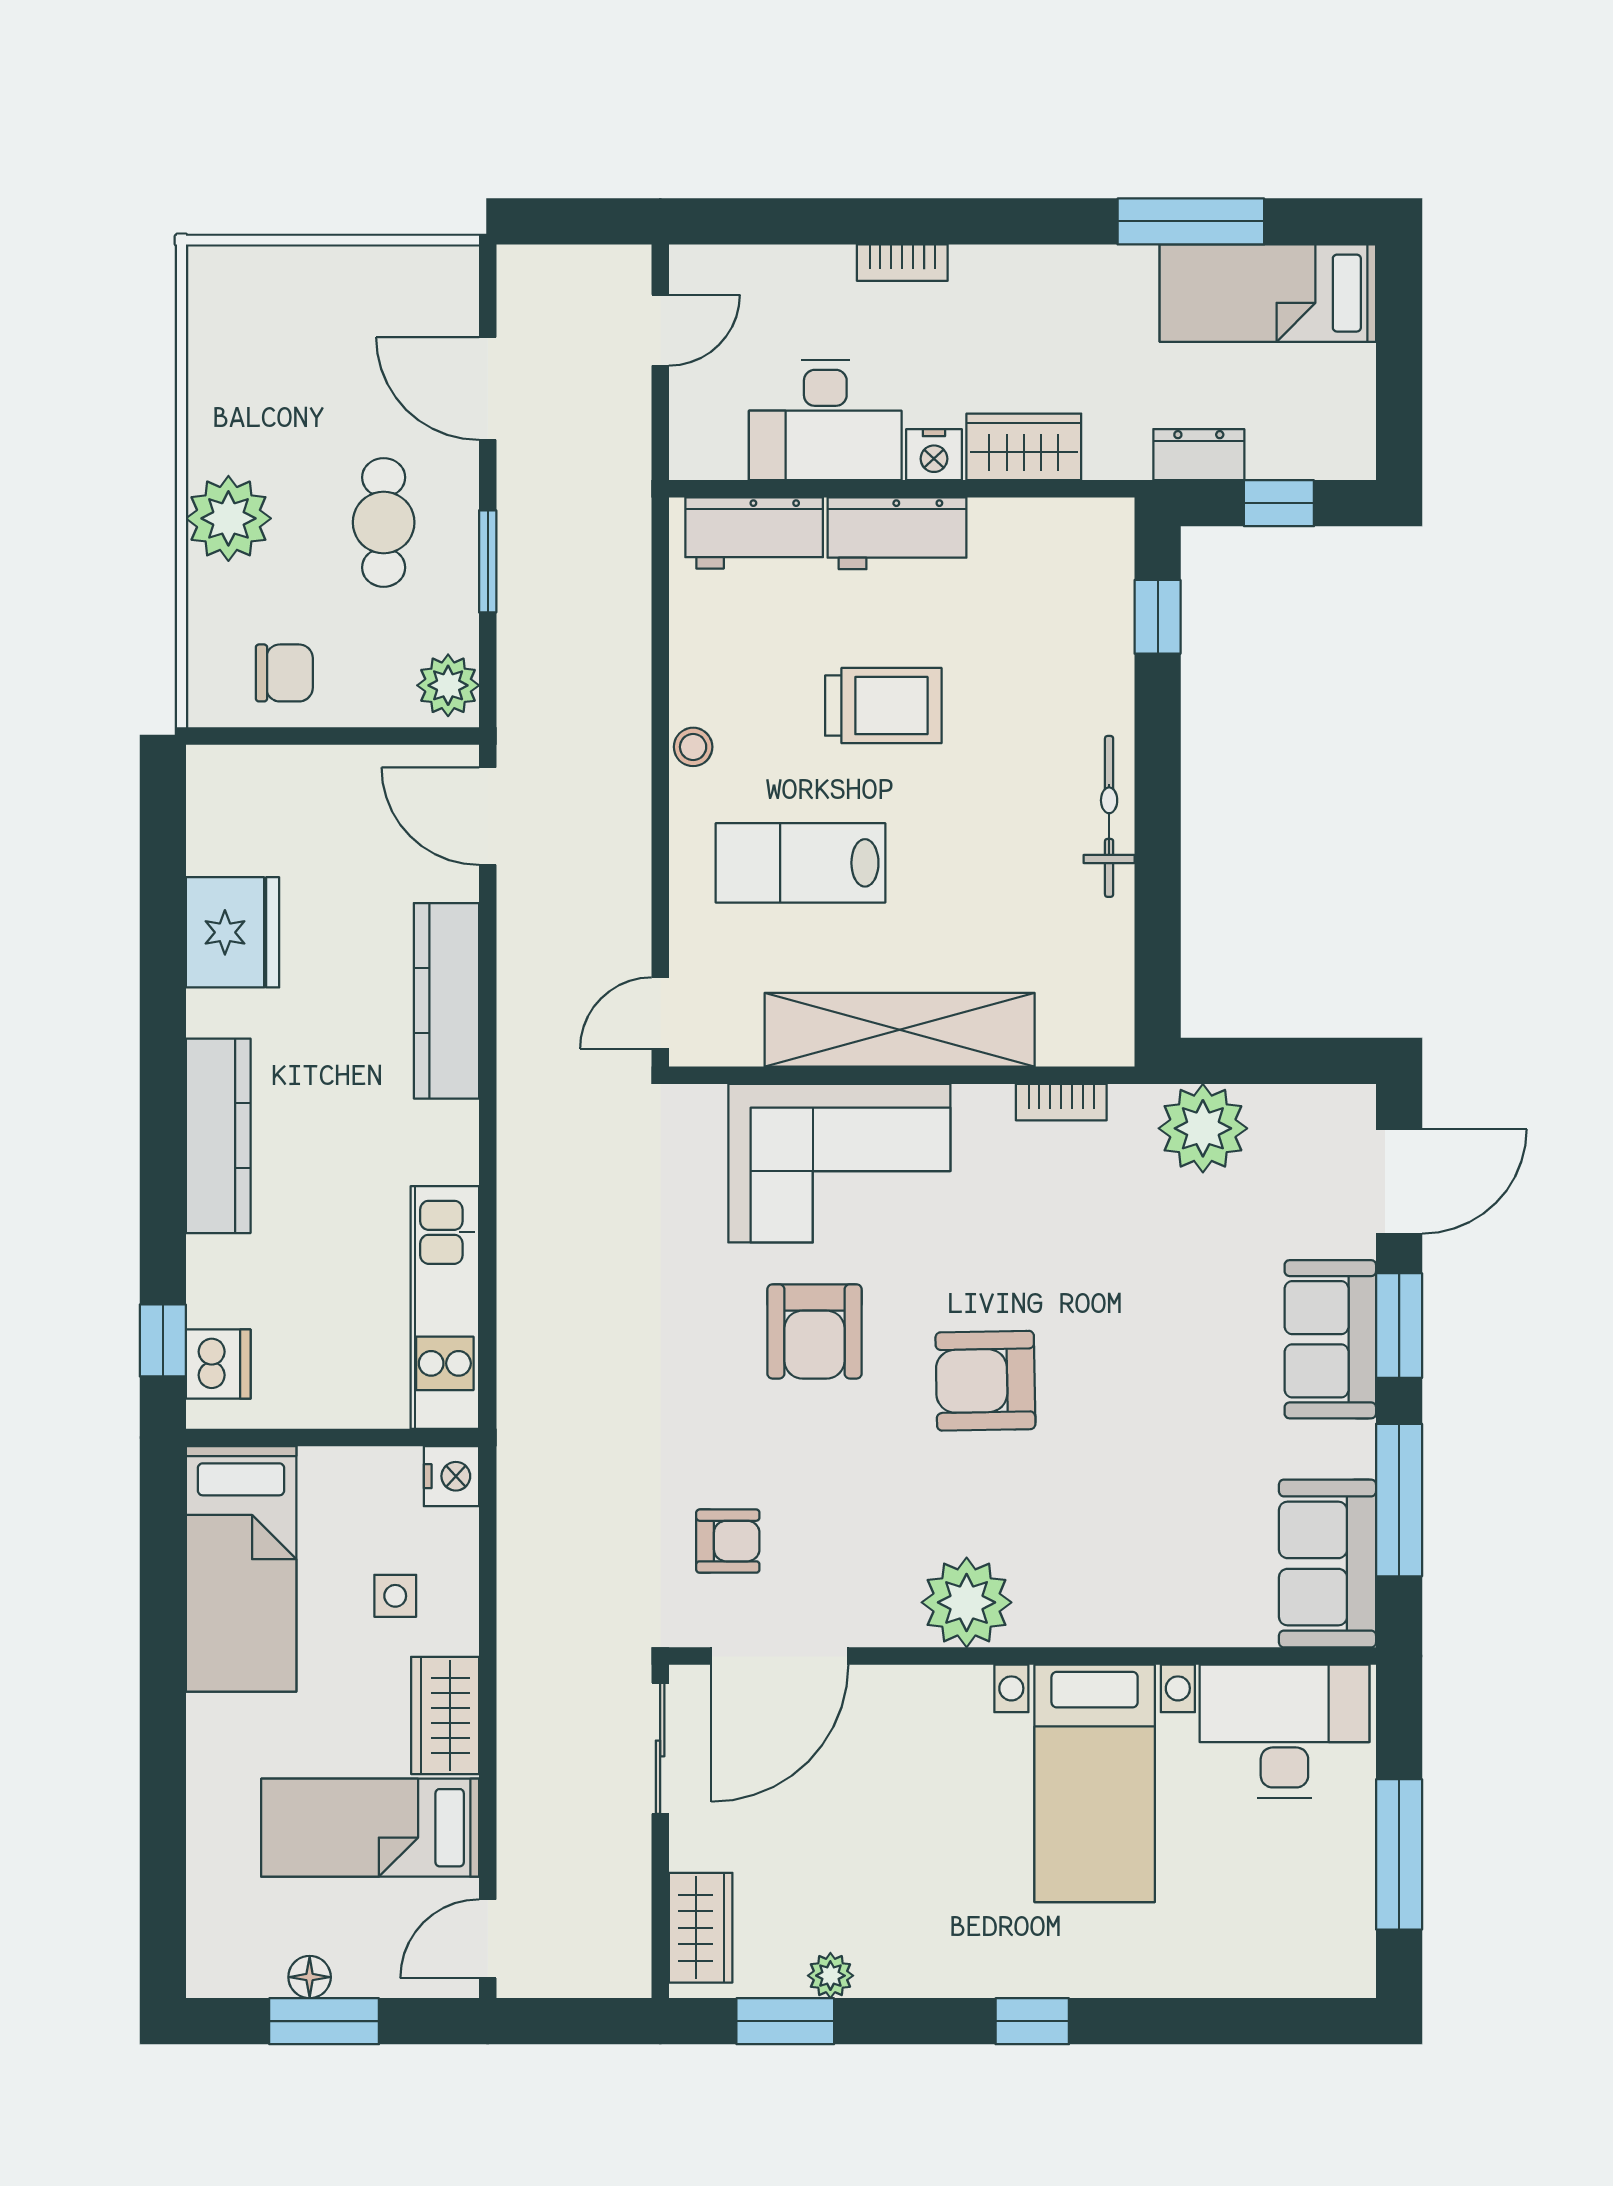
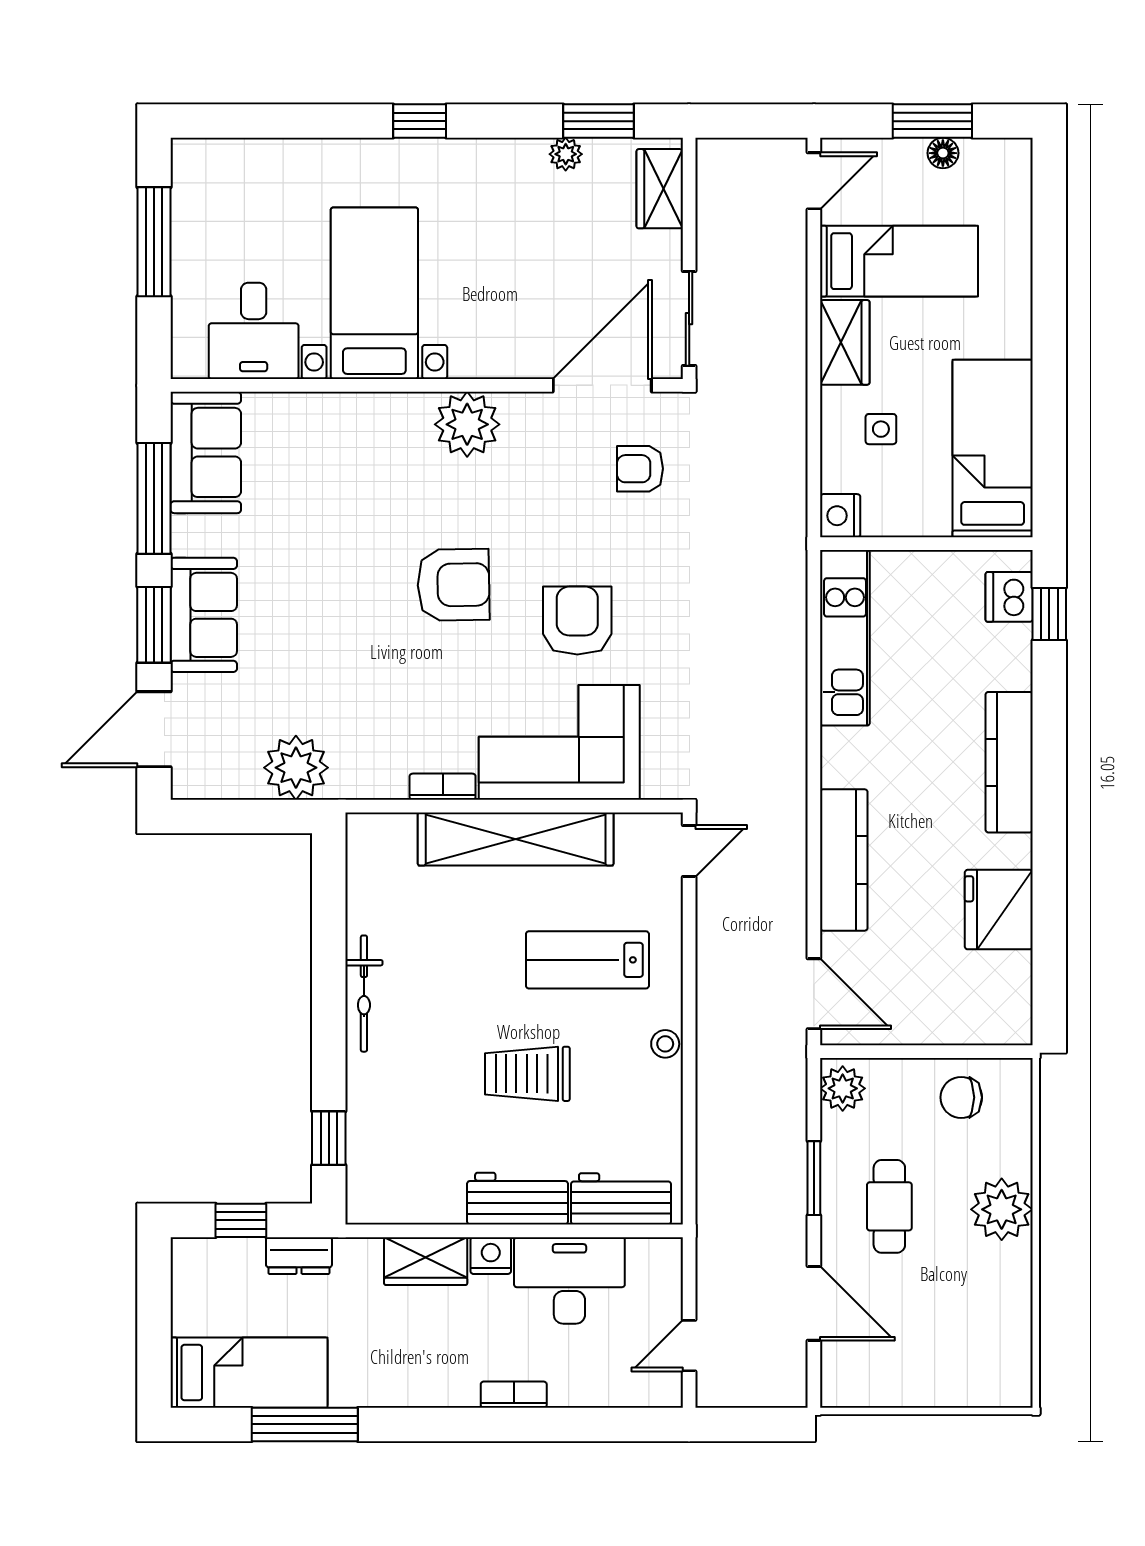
lab bench: (800, 863) -> (587, 960), turned 180
bookcase: (1061, 1102) -> (443, 787), moved
desk: (1284, 1731) -> (254, 331), width x0.73

